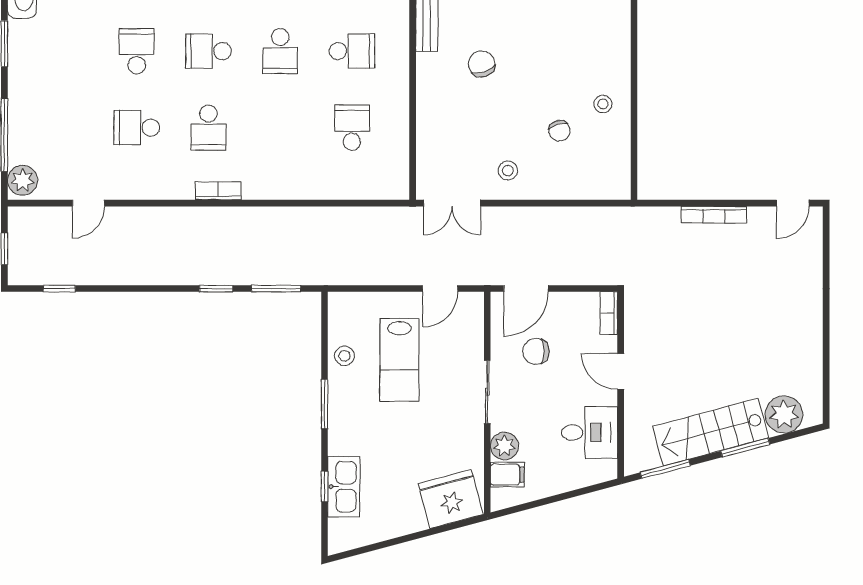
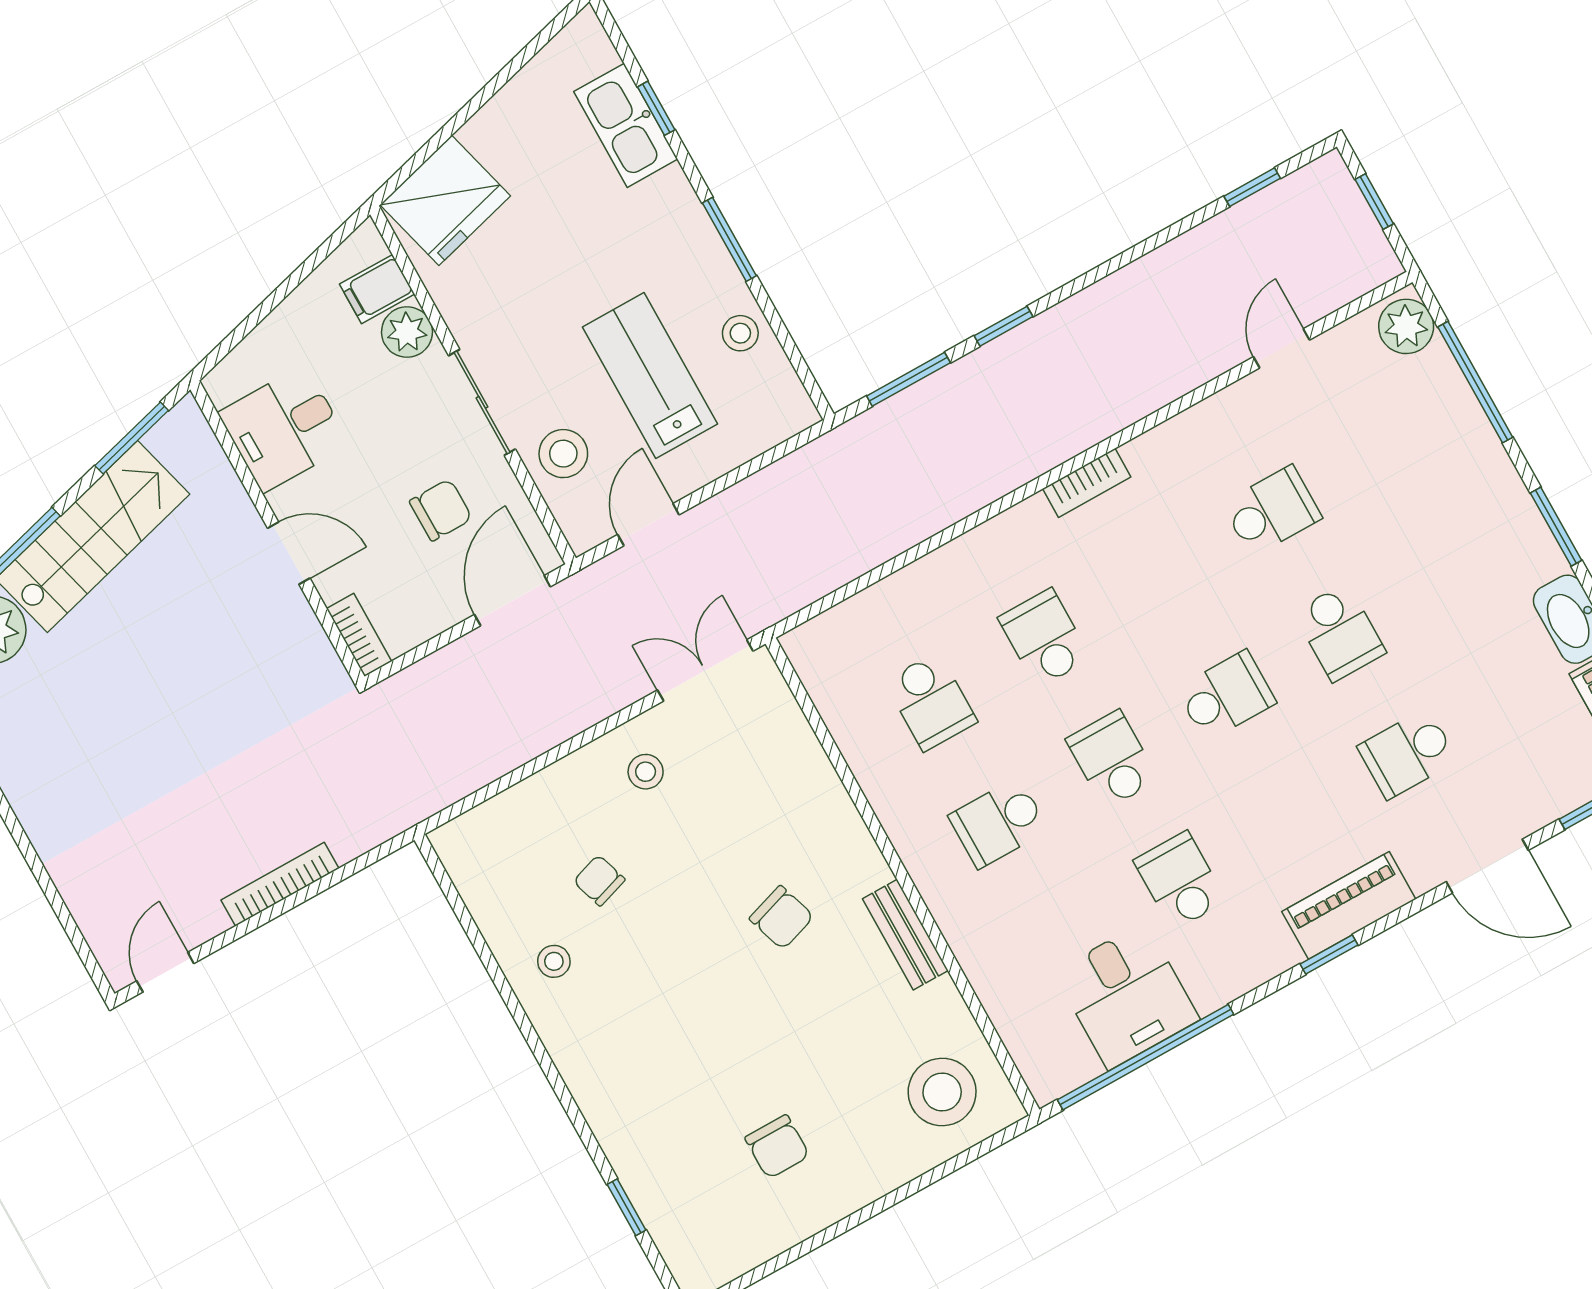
school desk: (208, 128) -> (1044, 638), moved
stool: (462, 346) -> (563, 454), added

